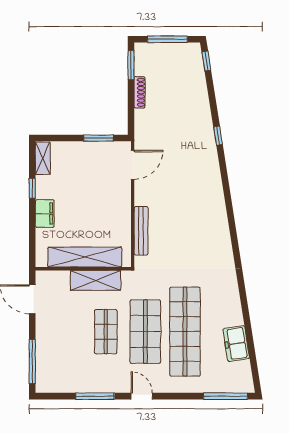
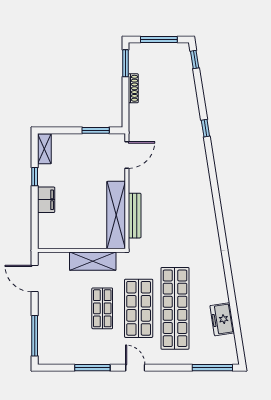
shelving: (85, 257) -> (116, 215), moved, turned 90

